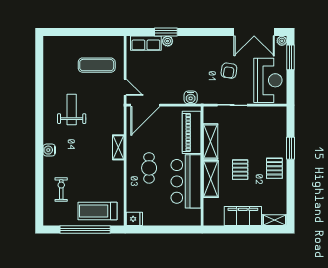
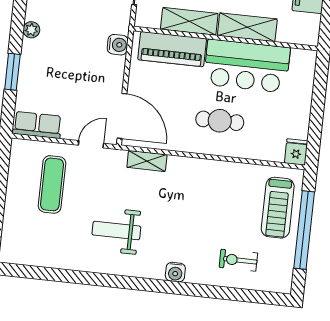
plant: (168, 41) -> (31, 30), moved
row of seats: (146, 43) -> (37, 125), moved, turned -90
shelving: (118, 147) -> (147, 161), moved

